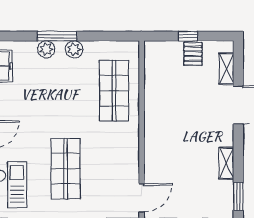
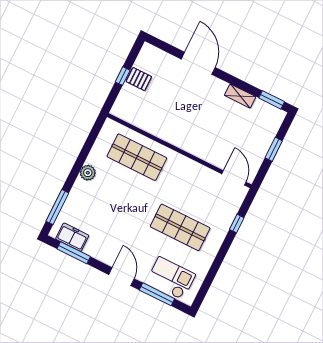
window: (57, 36) -> (57, 207), moved
plant: (46, 49) -> (76, 195), removed
shelving: (226, 69) -> (164, 58), removed

